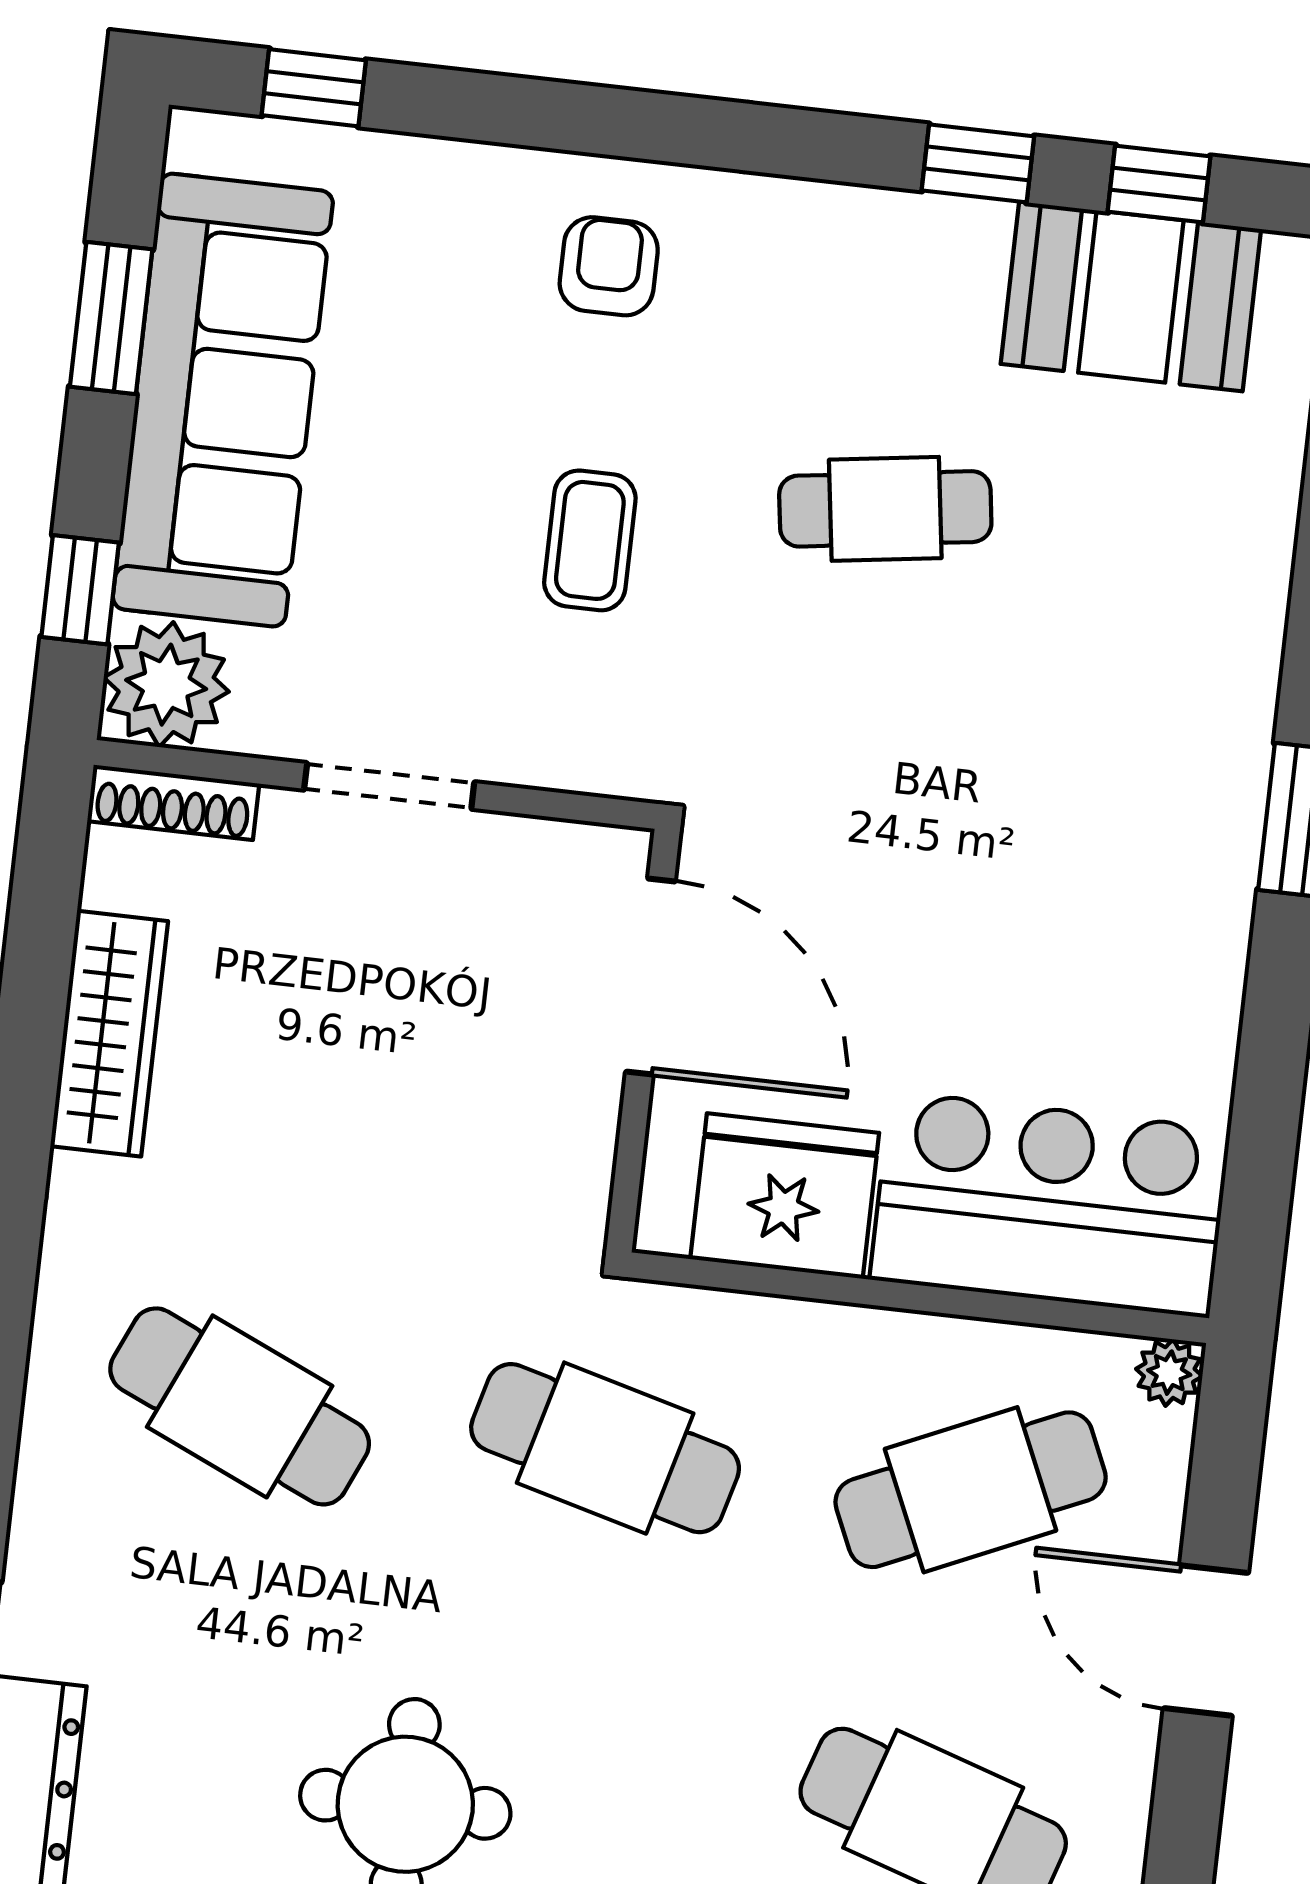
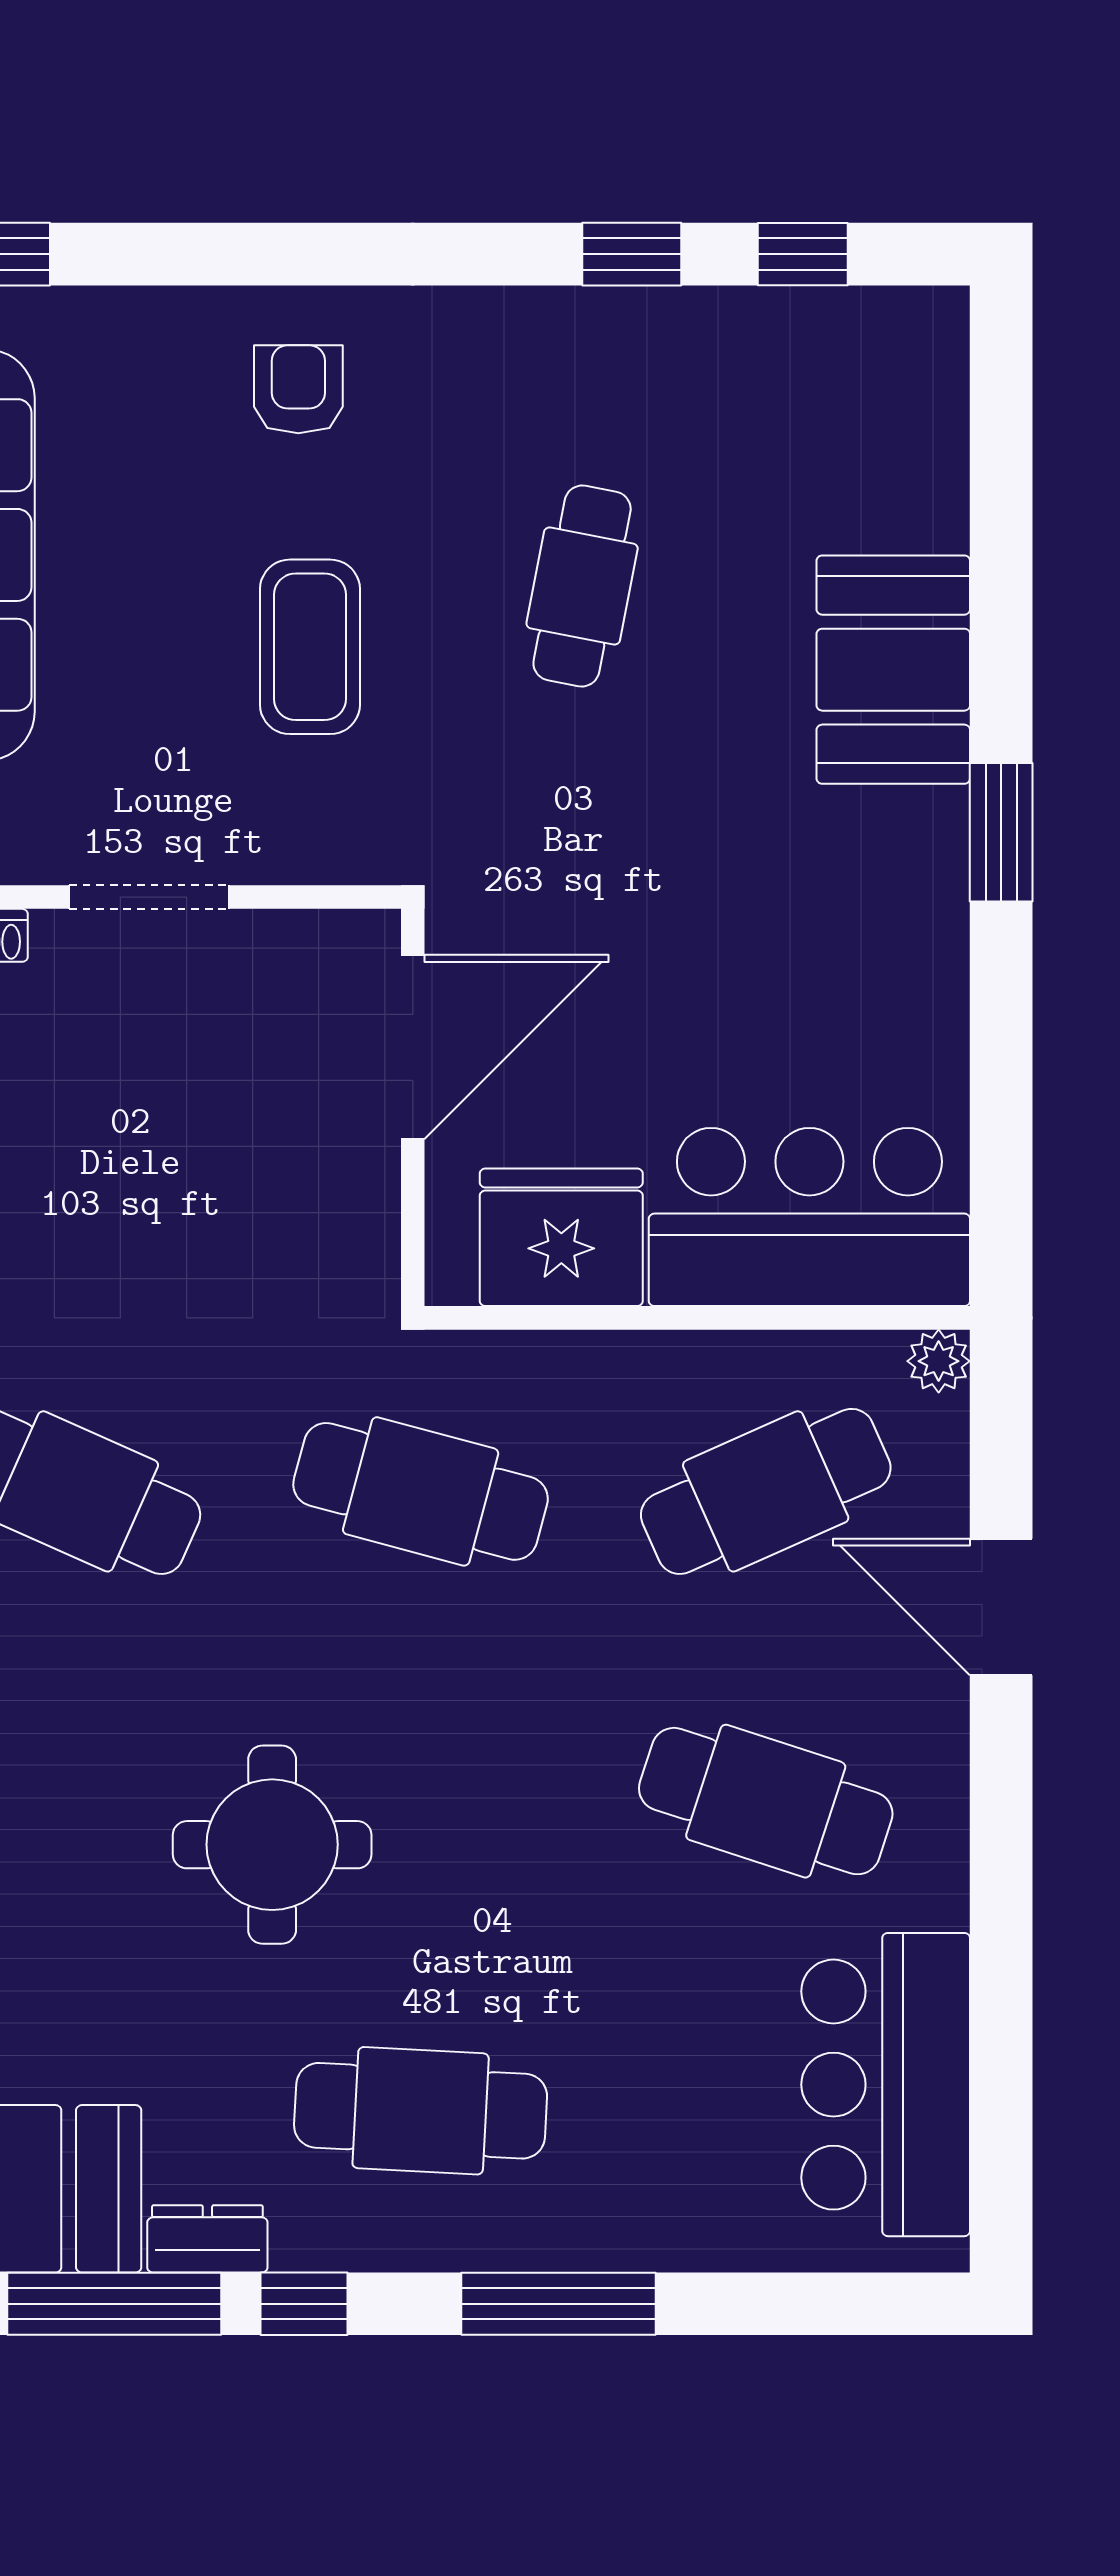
booth: (1131, 297) -> (893, 670), moved, turned 90
cafe table: (885, 509) -> (582, 586), turned -71
coffee table: (590, 540) -> (310, 647), width x1.36, depth x1.30
door: (650, 977) -> (413, 1047), hinge flipped

